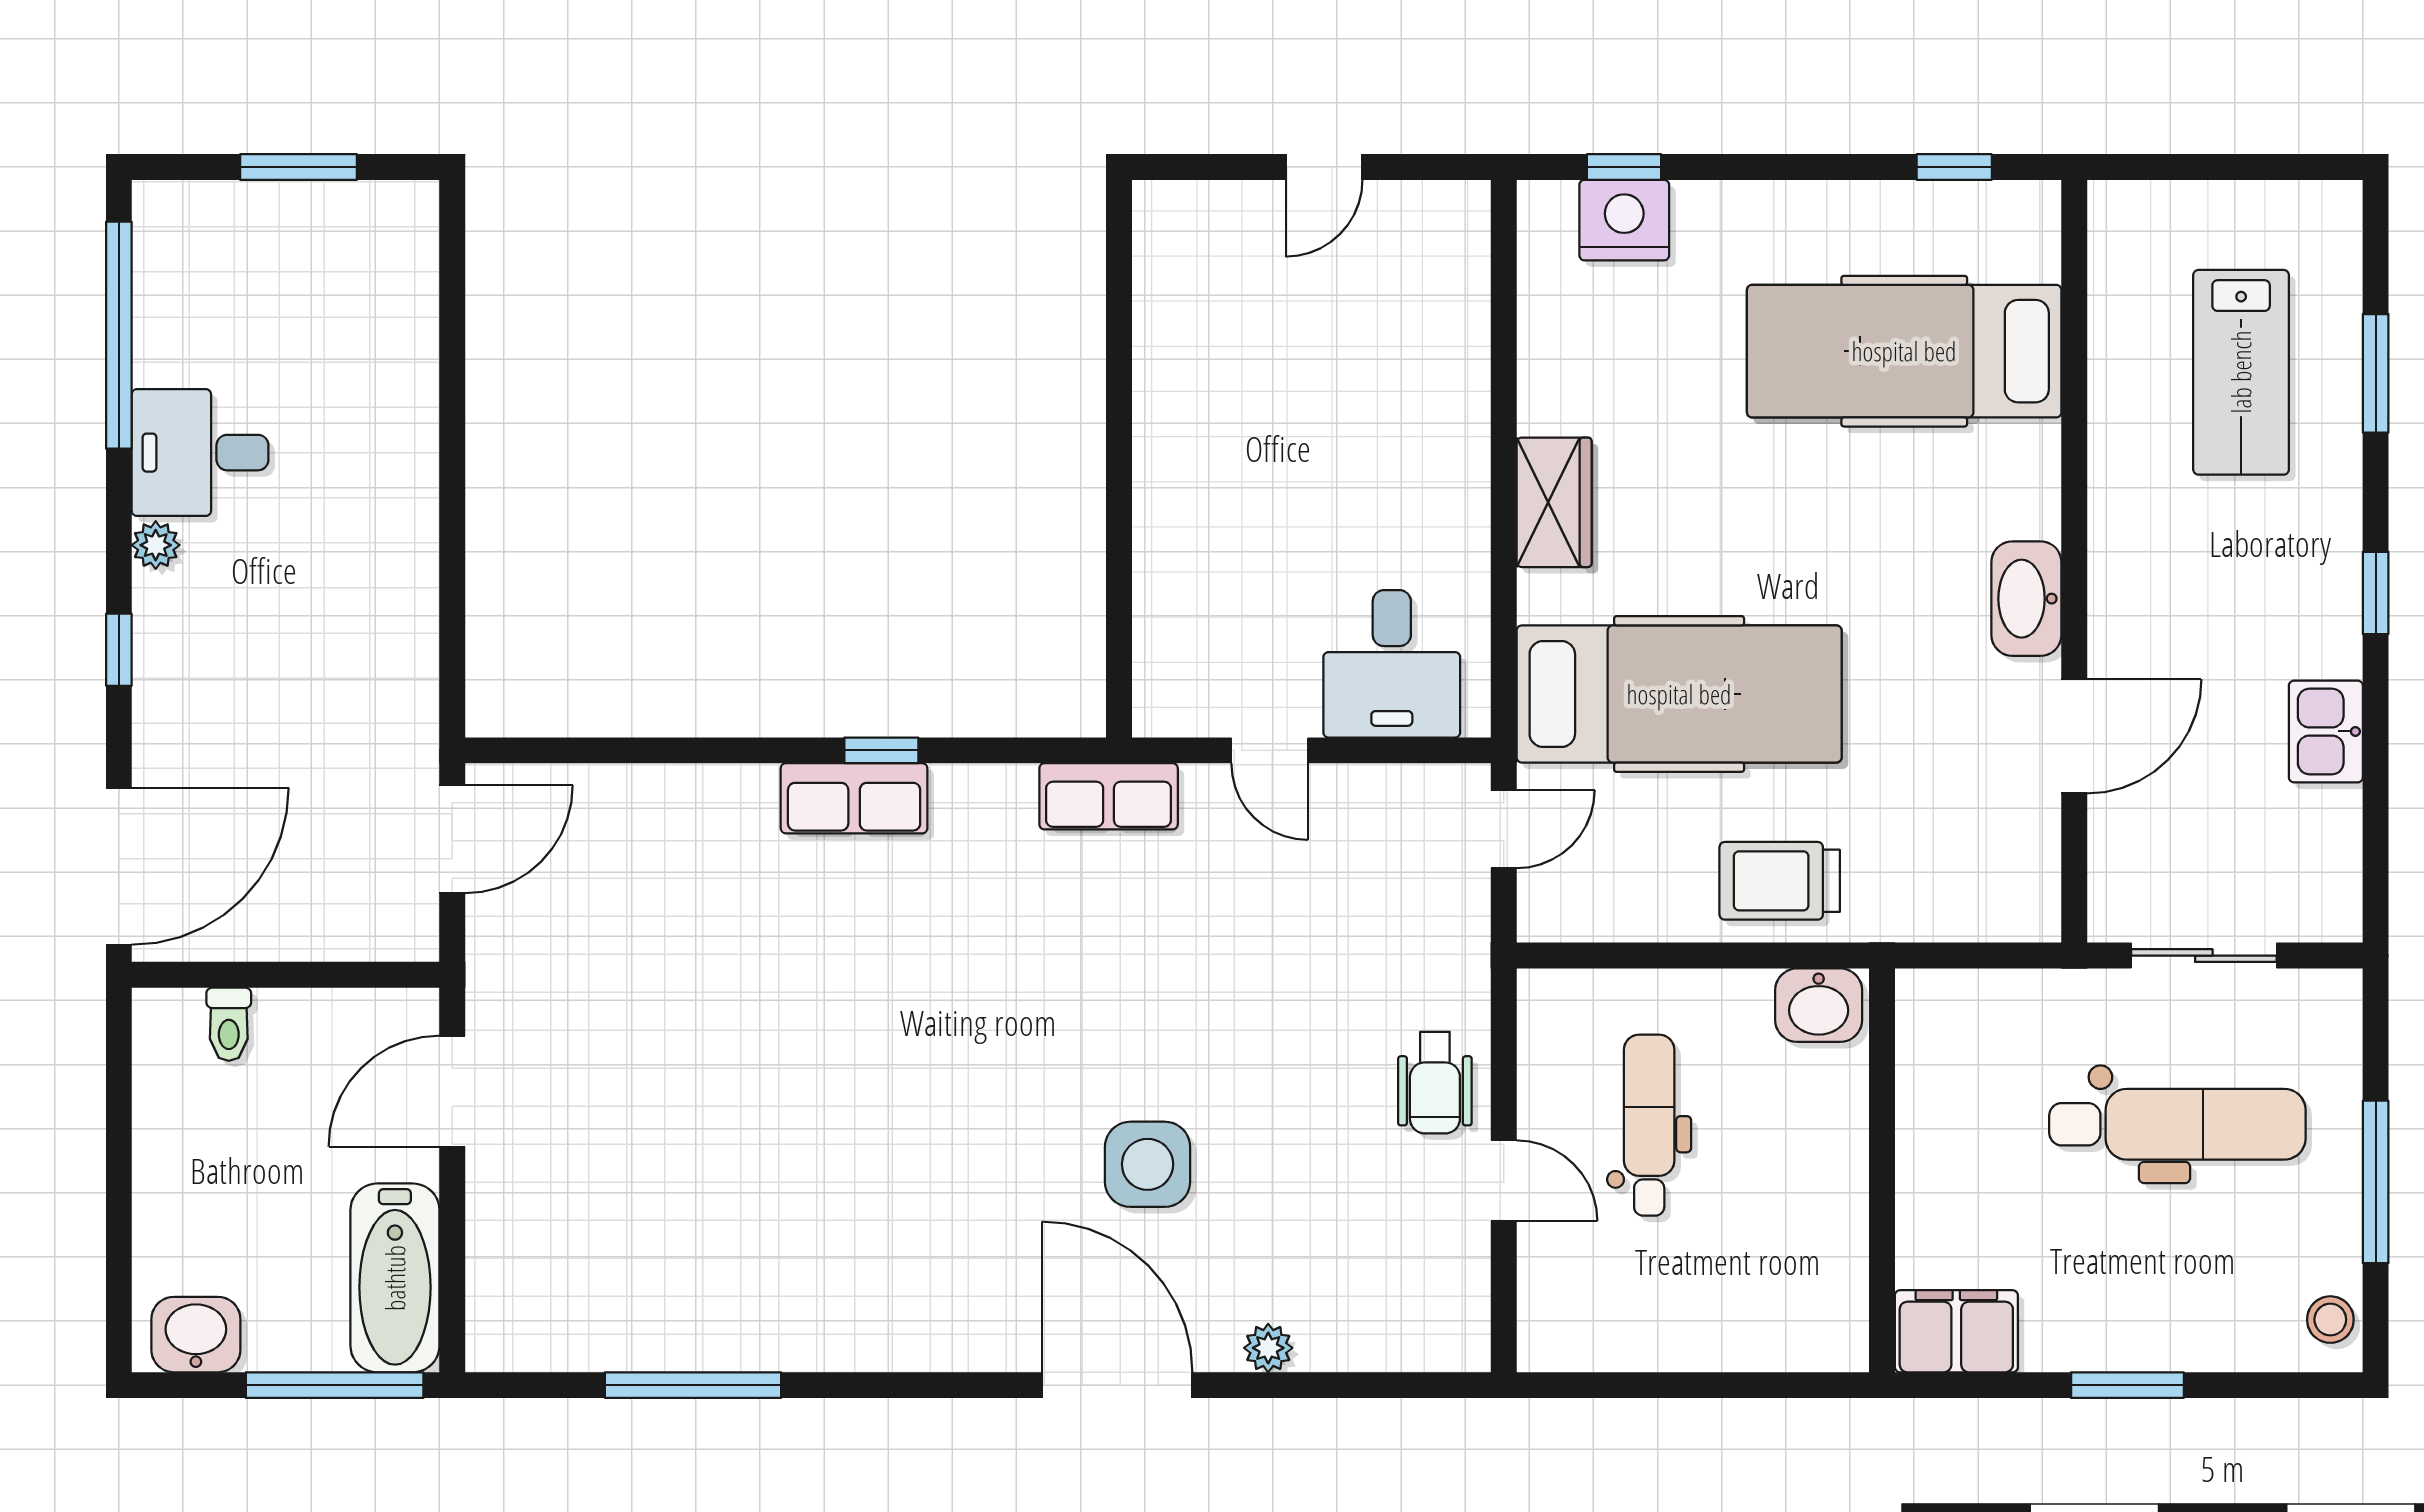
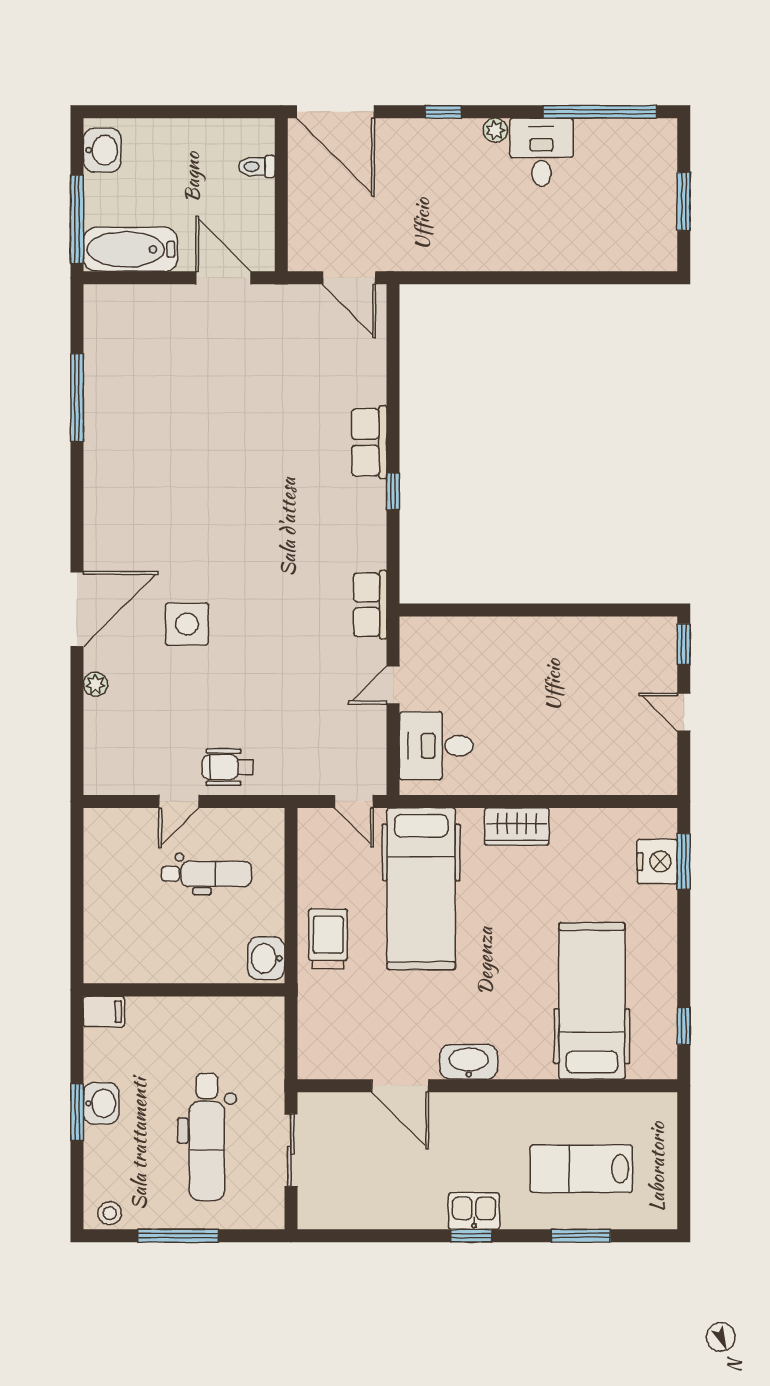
window: (1188, 167) -> (684, 644), added
window: (1624, 167) -> (684, 861), width x1.50
kitchen sink: (2326, 731) -> (474, 1211), moved
row of seats: (854, 798) -> (369, 442), moved
filing cabinet: (1956, 1331) -> (104, 1012), width x0.50
washbasin: (2110, 1337) -> (101, 1103), added

